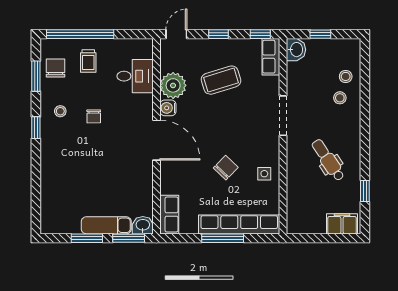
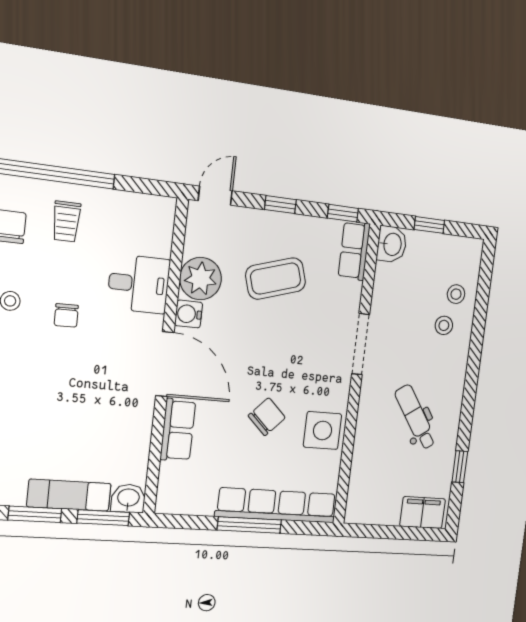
desk: (135, 76) -> (139, 284), moved
side table: (264, 174) -> (323, 430), width x1.87, depth x1.87
row of seats: (169, 215) -> (178, 430), moved

